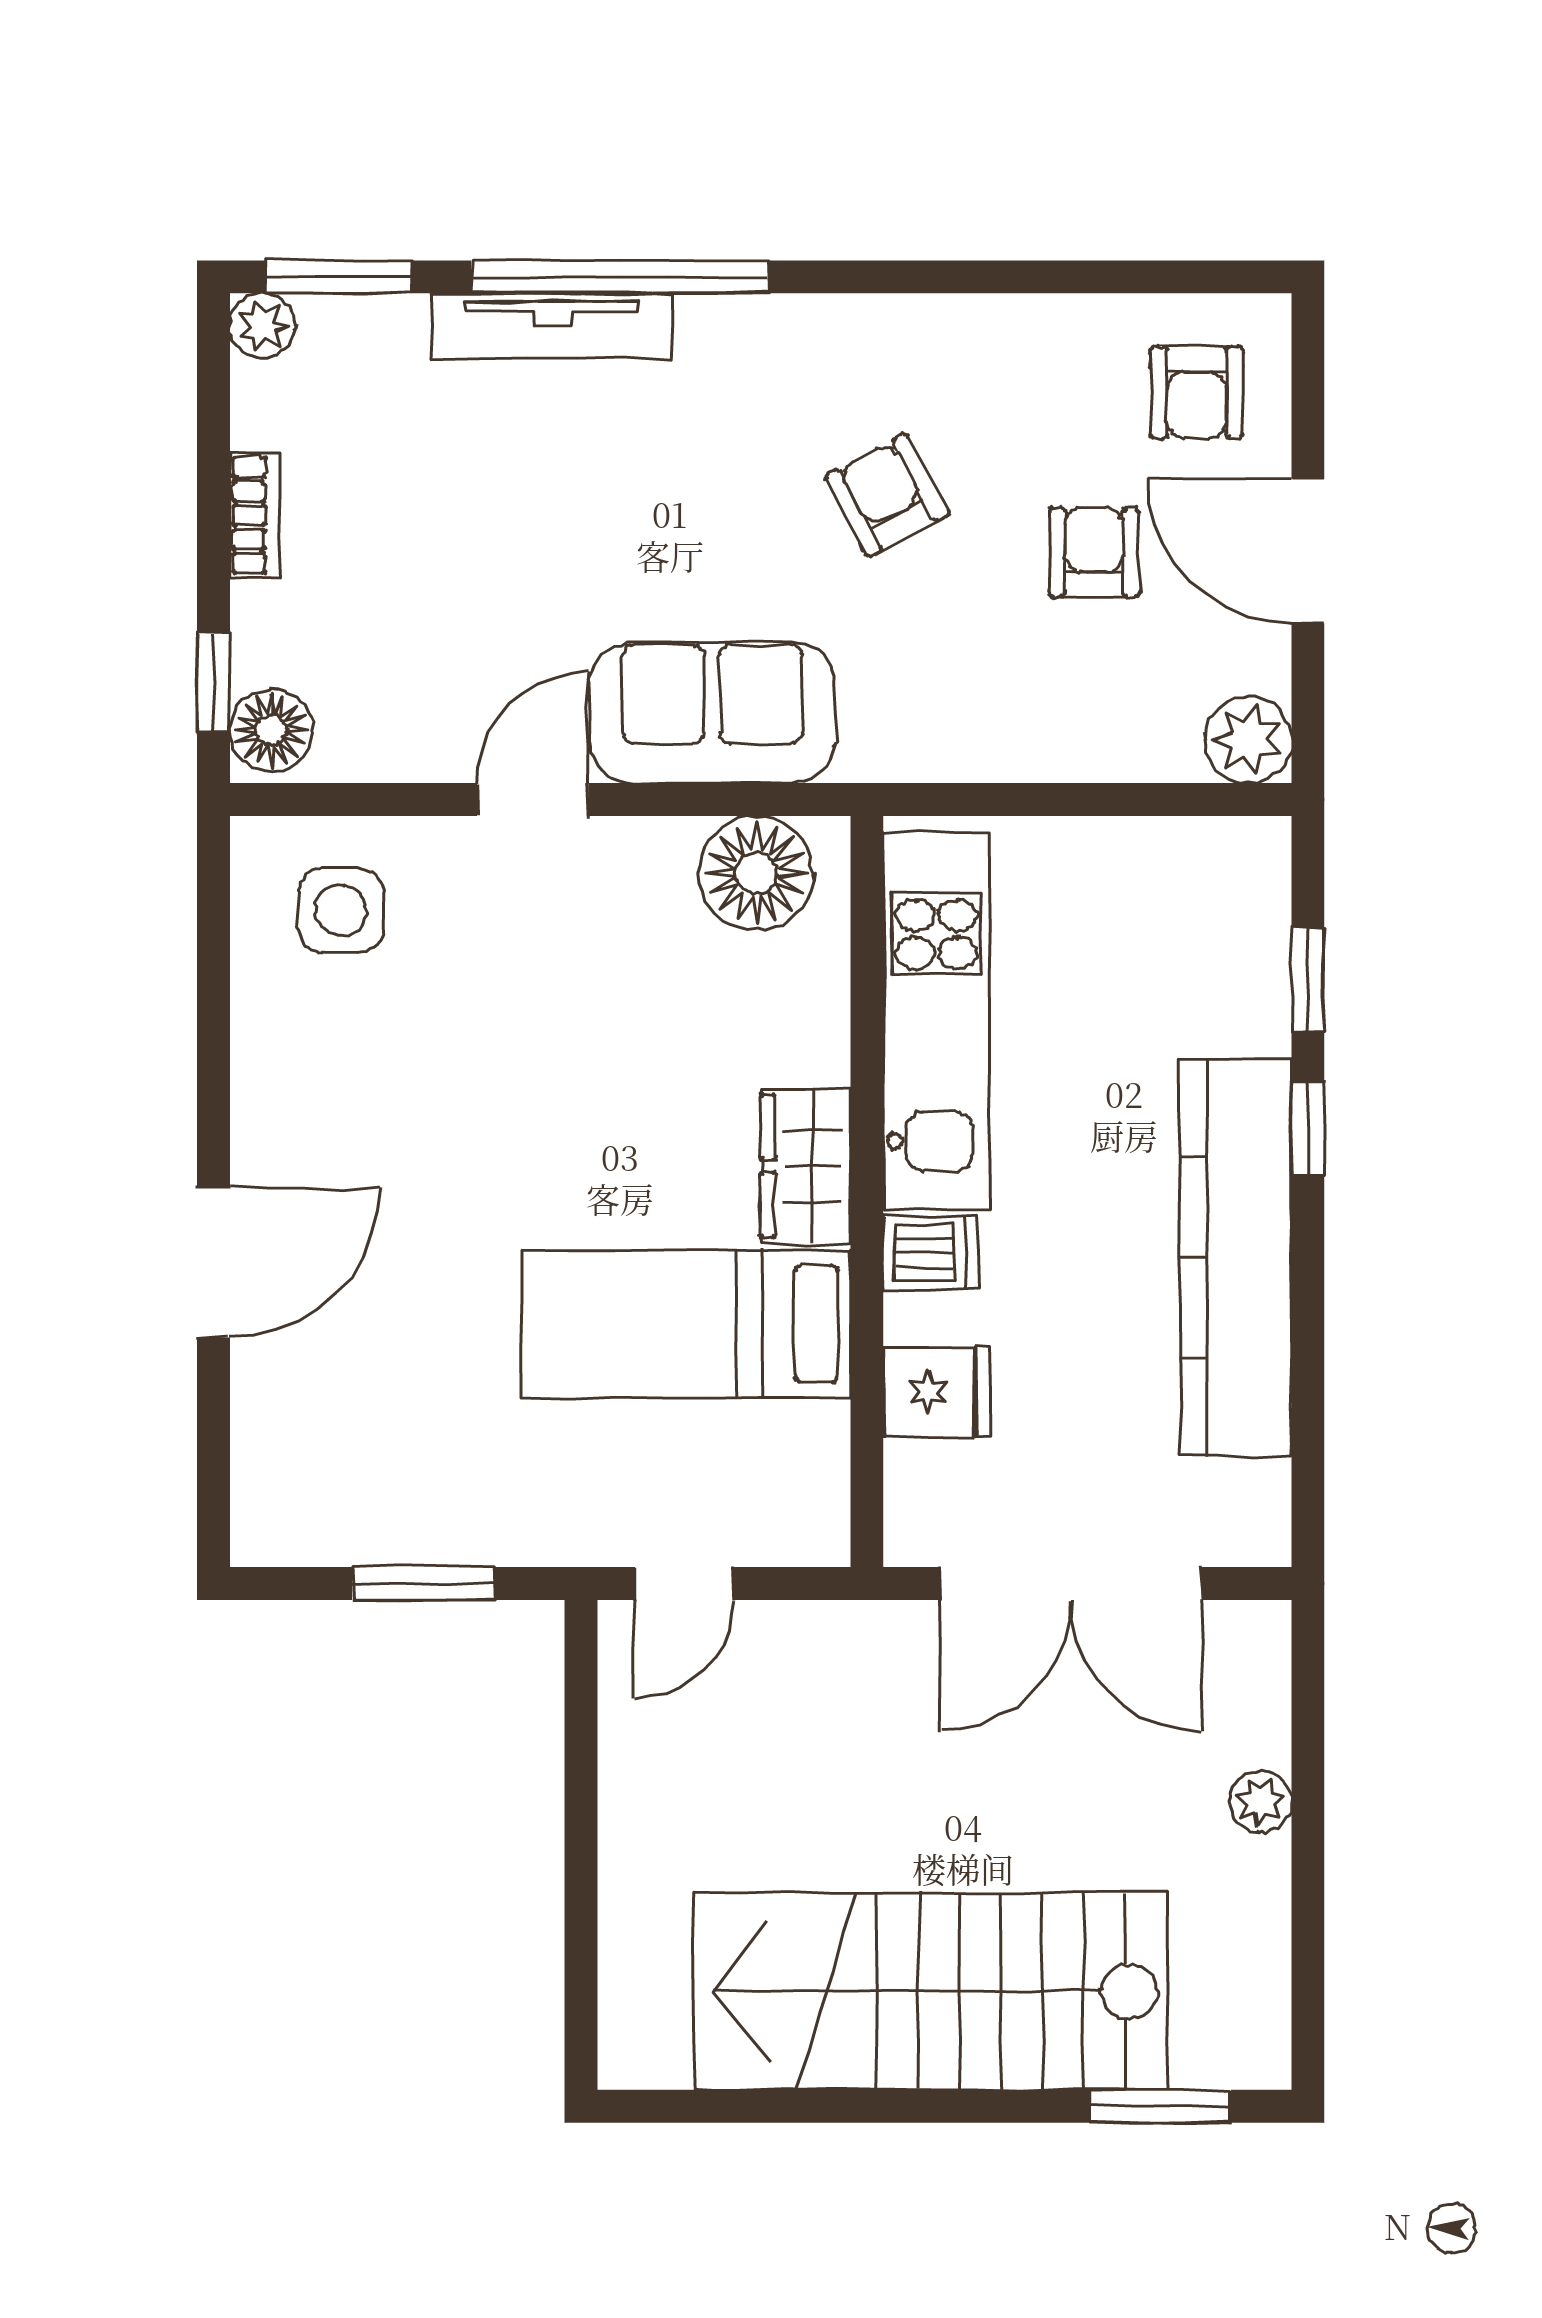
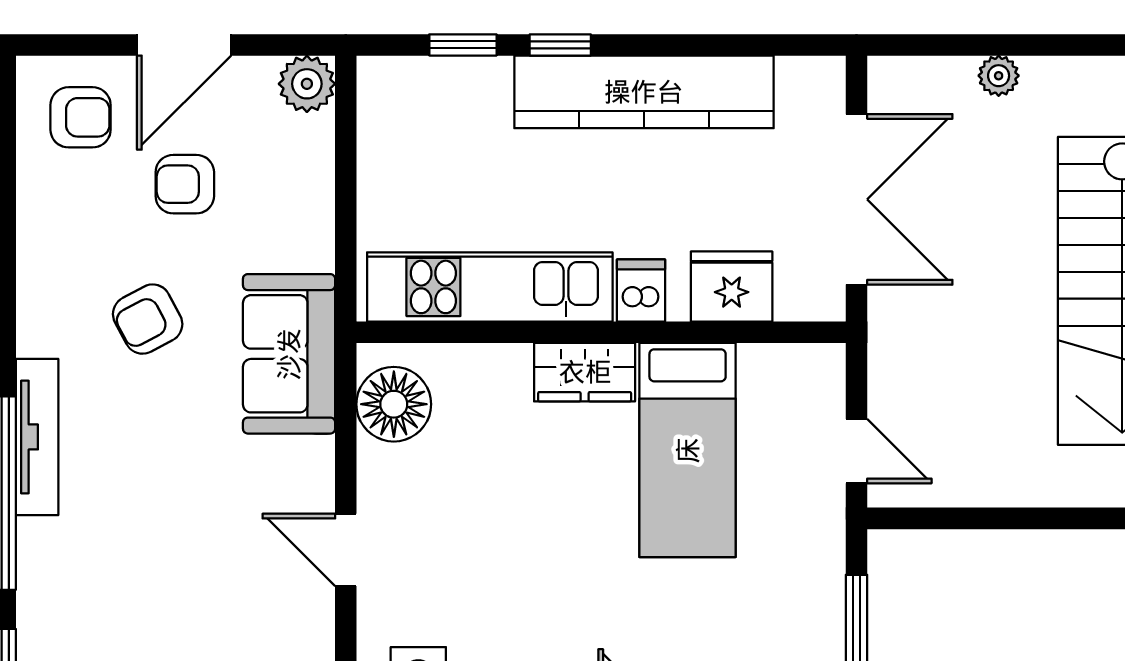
tv unit: (552, 326) -> (37, 437), moved
sofa: (712, 712) -> (289, 354), moved
fridge: (937, 1392) -> (732, 286), width x1.38

